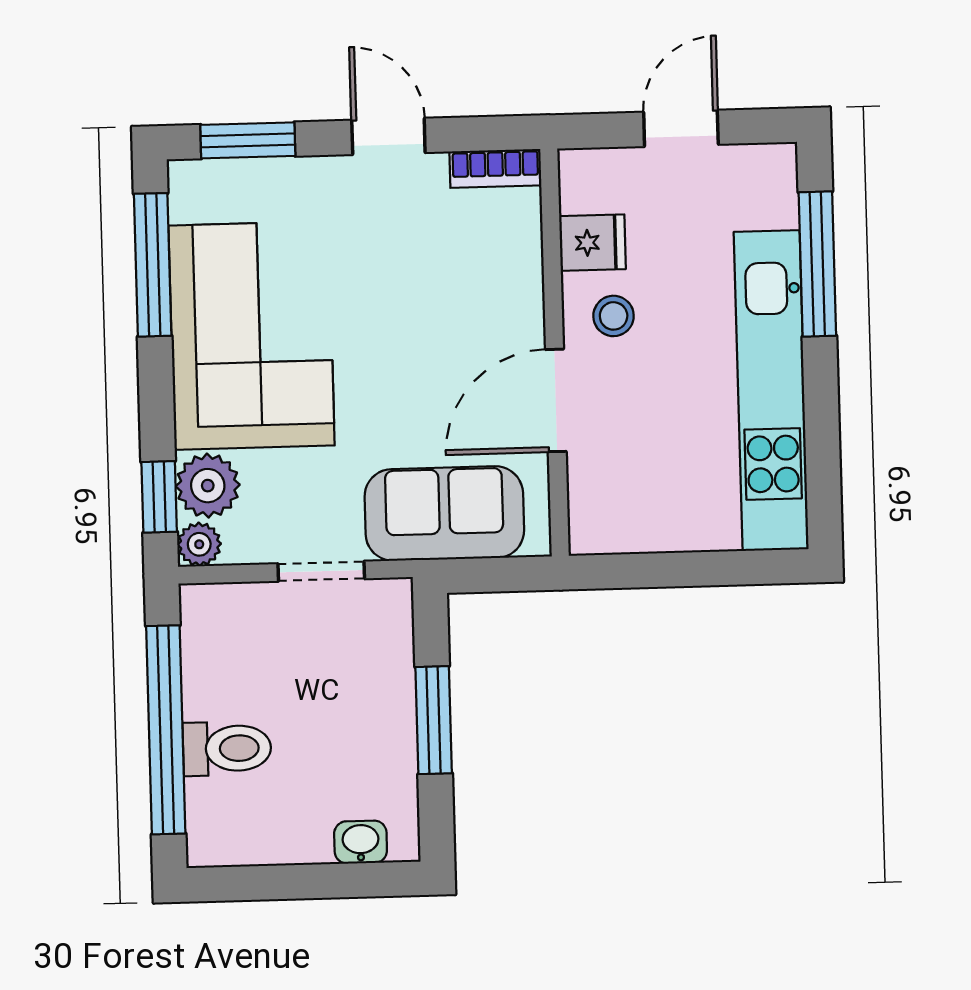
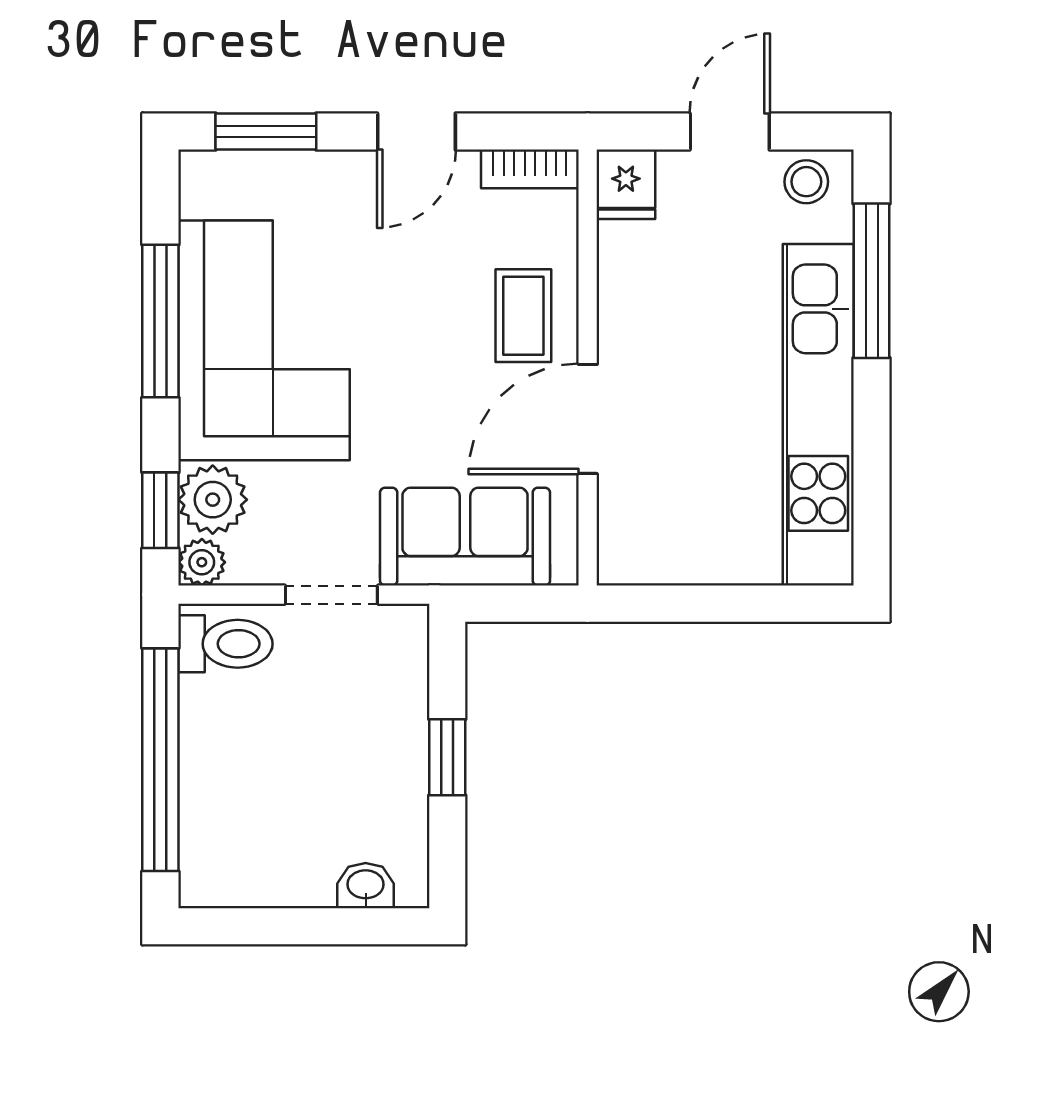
door: (388, 136) -> (416, 131), swing flipped
fridge: (592, 243) -> (626, 184), moved, turned 90
window: (153, 265) -> (160, 321), moved
coffee table: (493, 306) -> (523, 316), added
stool: (614, 316) -> (806, 182), moved
window: (434, 720) -> (447, 757), width x0.67
toilet: (227, 748) -> (225, 644), moved

